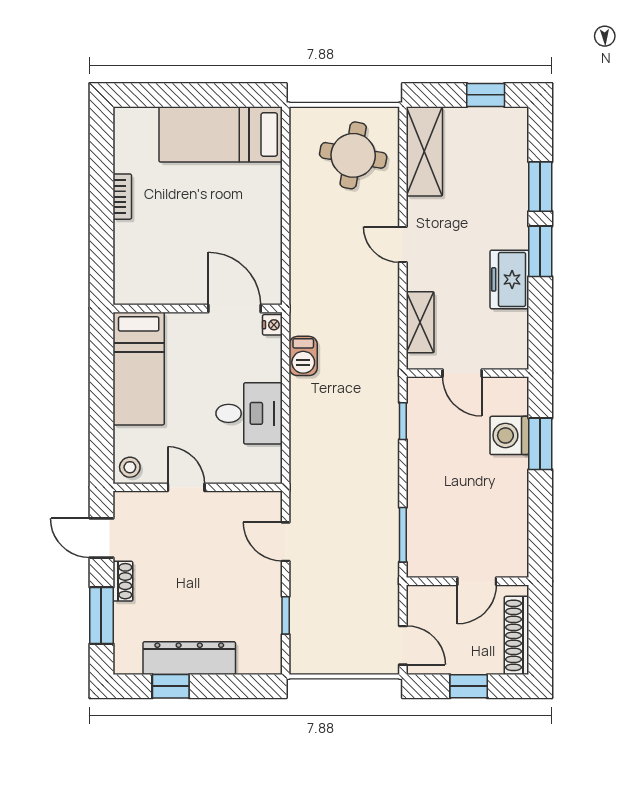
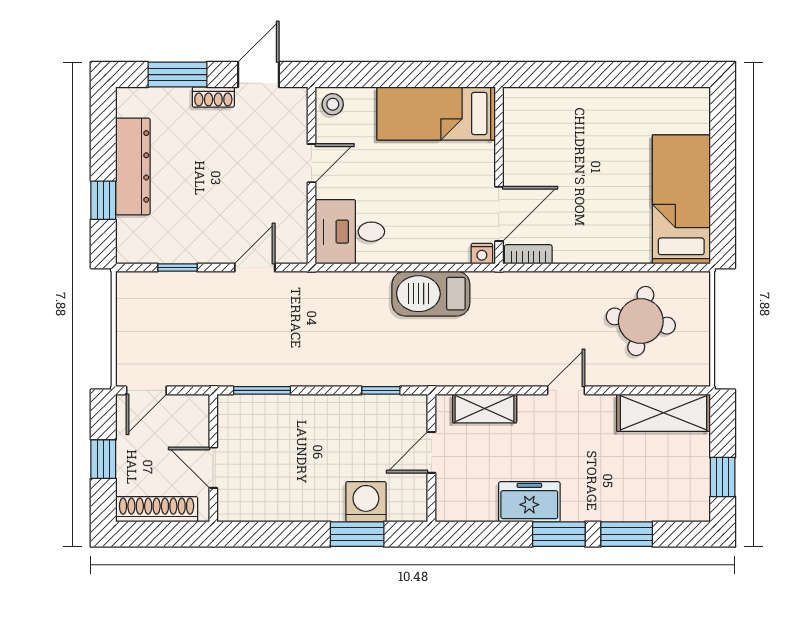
round table: (353, 155) -> (641, 321), moved
bookcase: (122, 197) -> (528, 254), moved, turned 180
barbecue: (303, 356) -> (431, 294), width x1.88, depth x1.53
desk: (249, 413) -> (350, 232), moved, turned 90
window: (171, 686) -> (103, 200), moved

